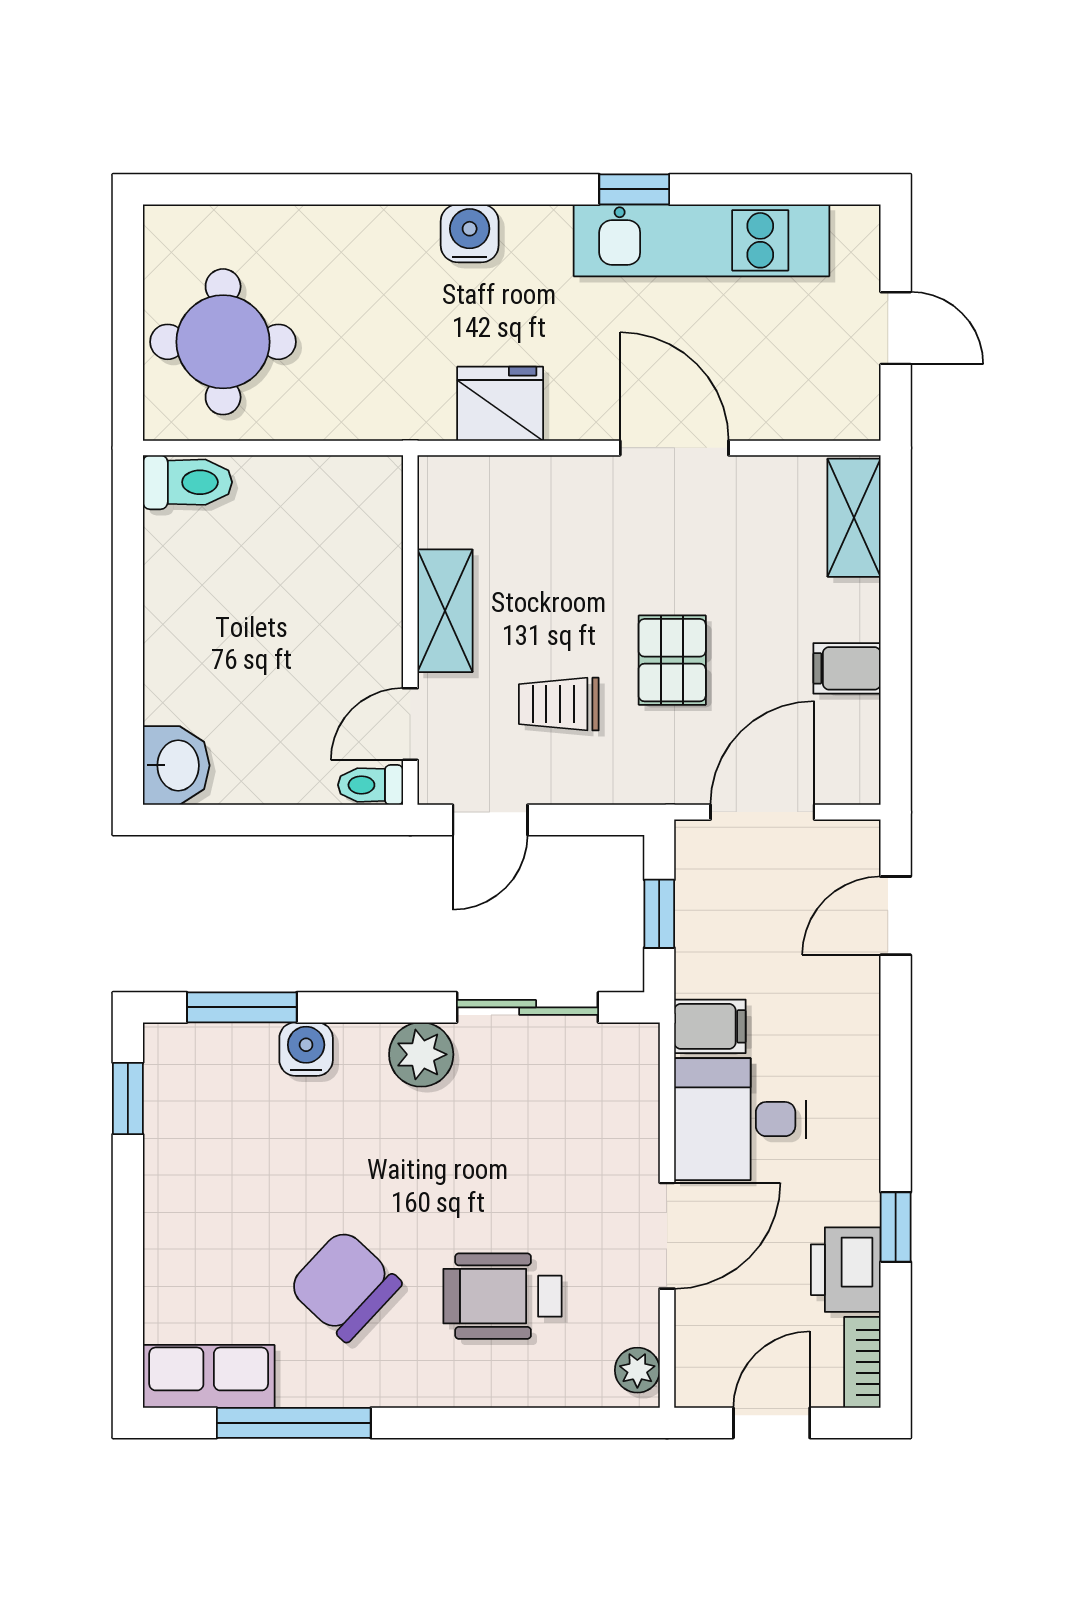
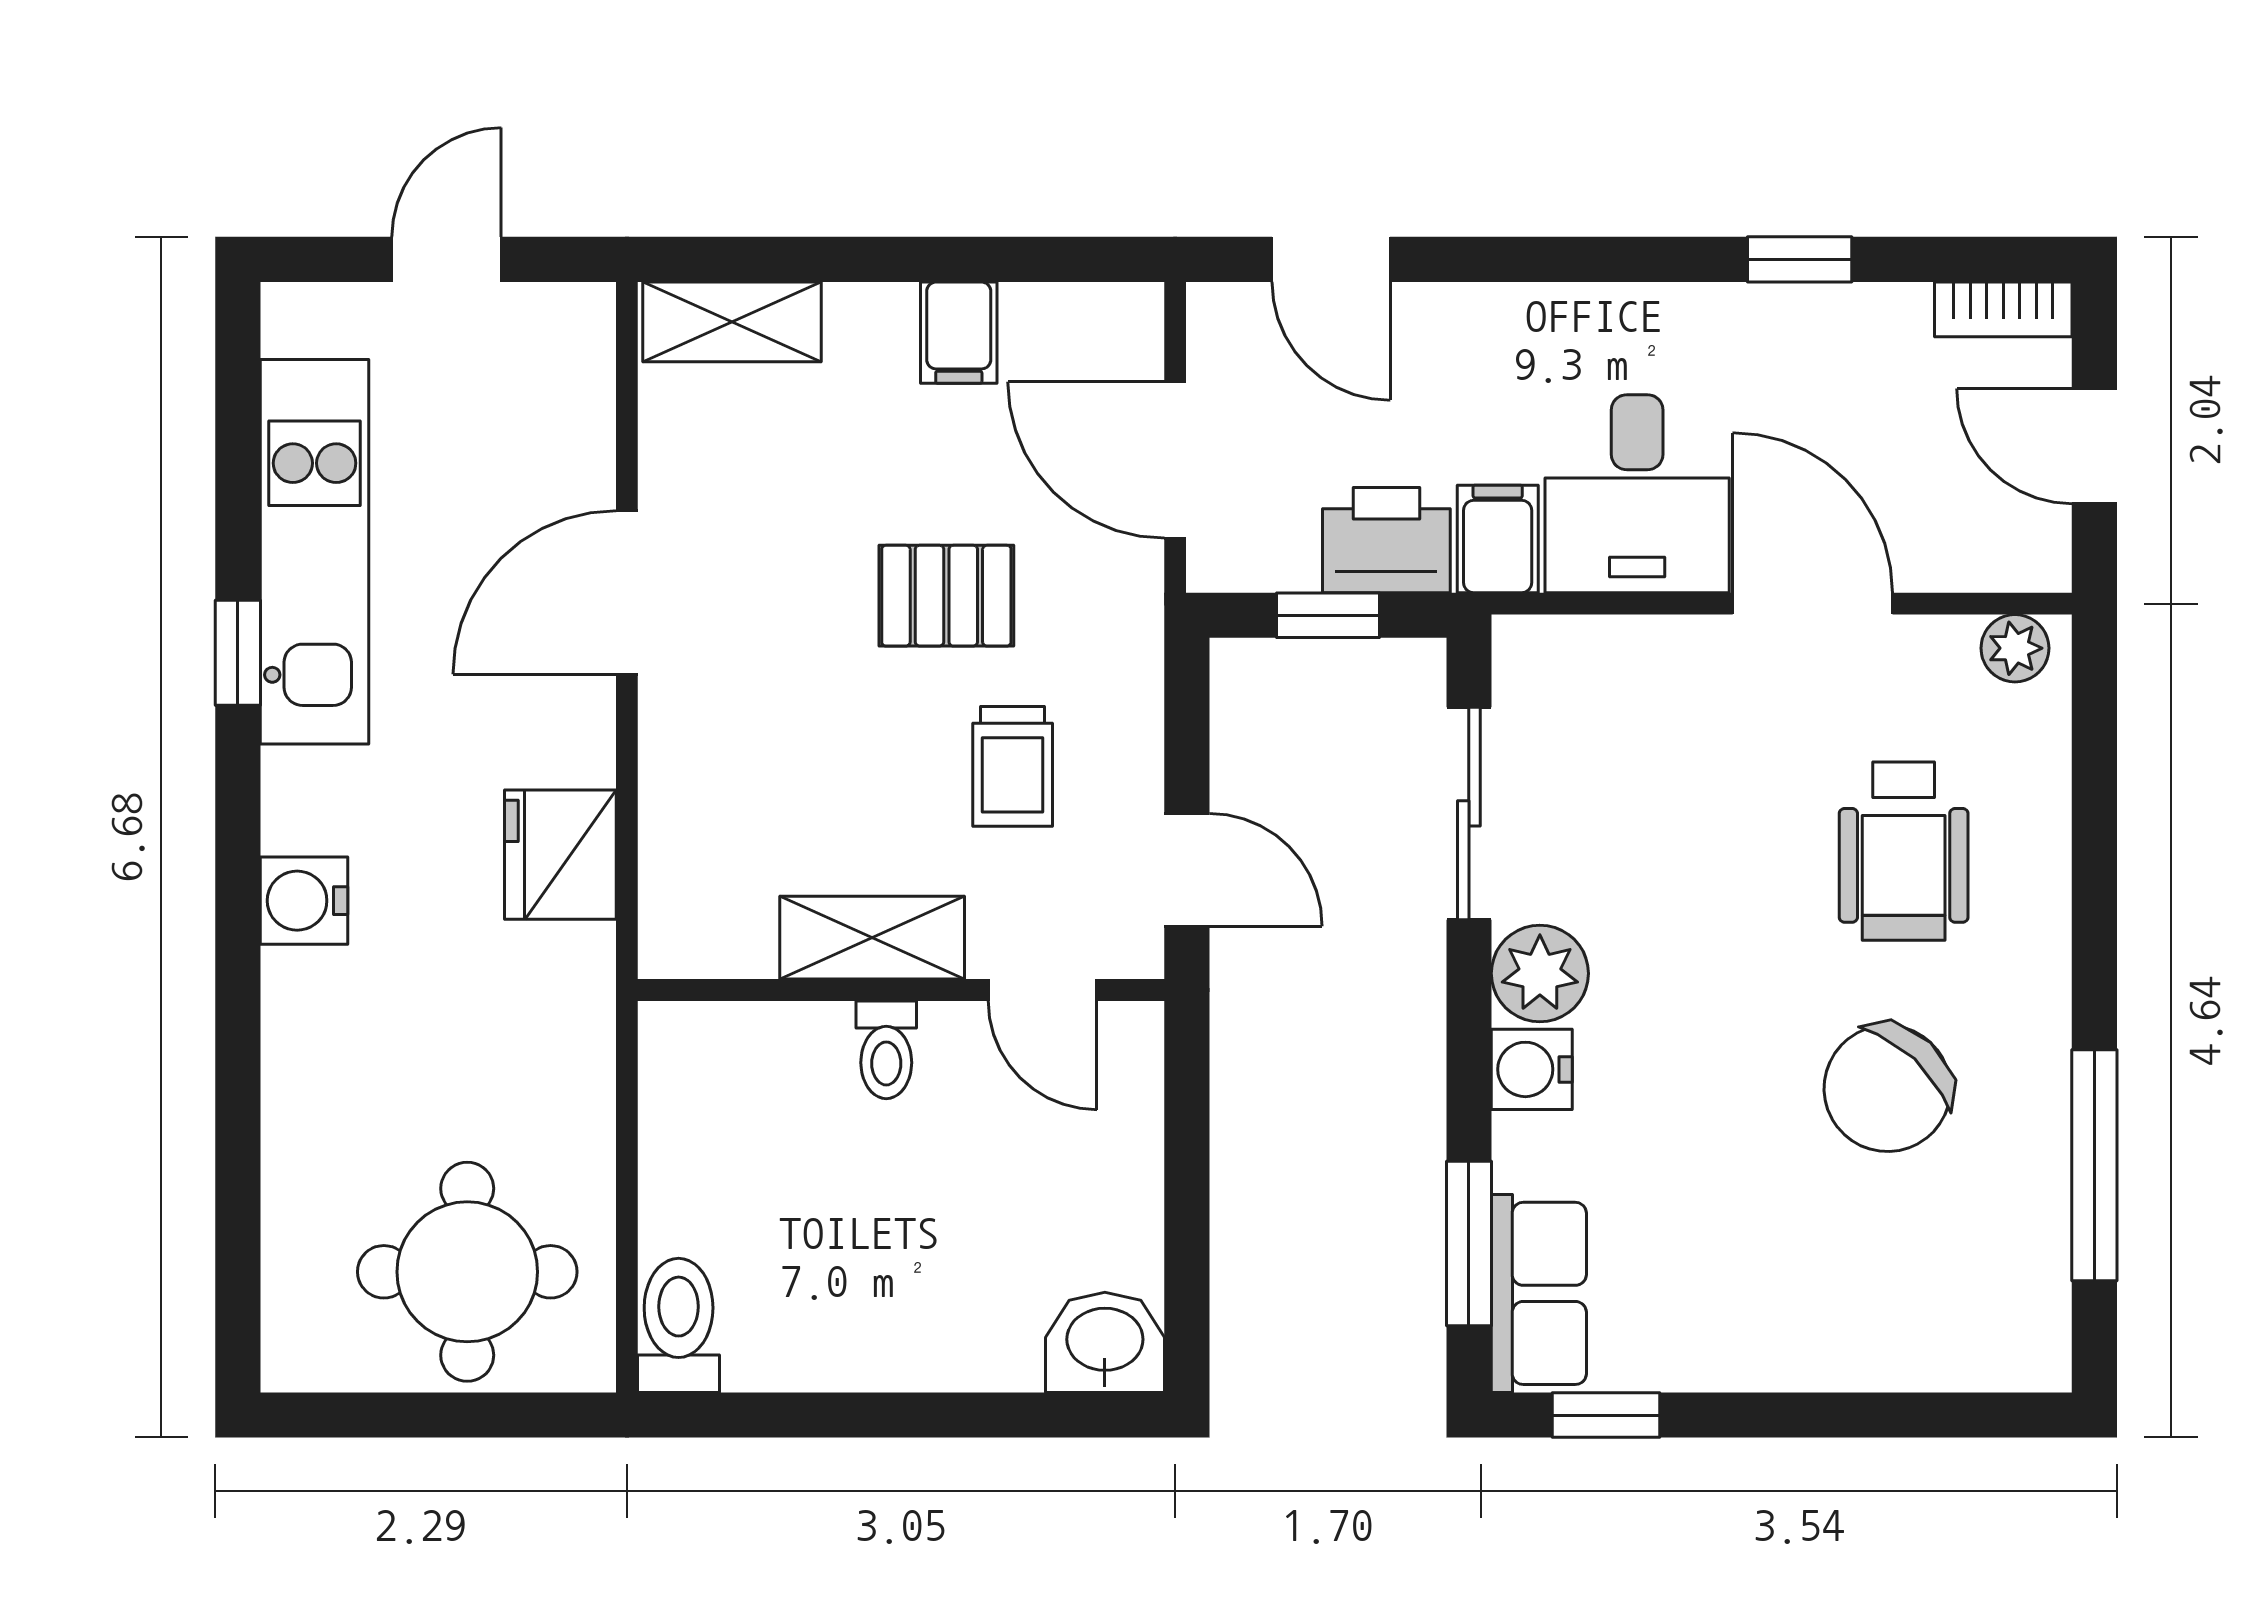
toilet: (371, 785) -> (886, 1050), moved
water cooler: (306, 1049) -> (1532, 1069), moved
printer: (846, 1270) -> (1386, 540), moved, turned 180
row of seats: (209, 1376) -> (1539, 1293), moved, turned 180

